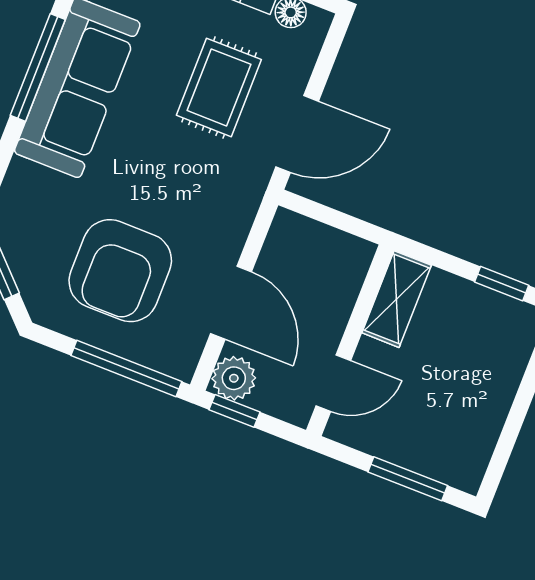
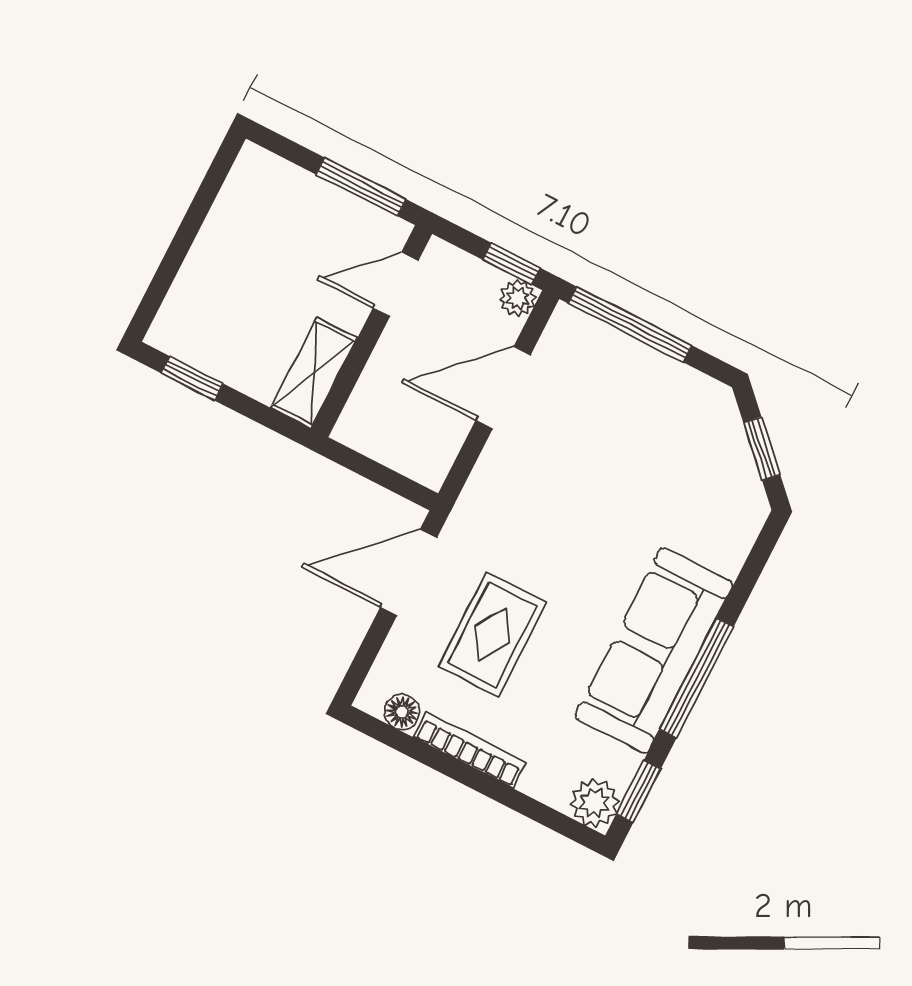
armchair: (120, 271) -> (626, 437), removed
door: (231, 303) -> (503, 388), hinge flipped
plant: (234, 378) -> (518, 298), width x0.73, depth x0.73
window: (408, 479) -> (361, 187), moved

